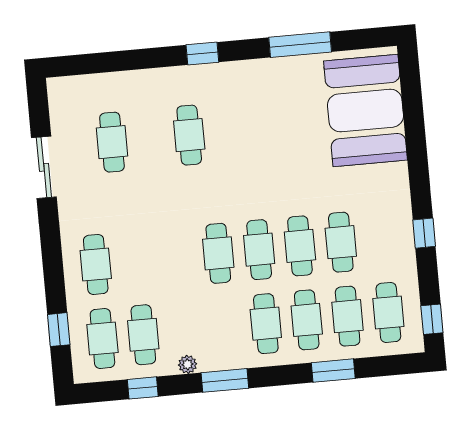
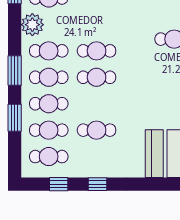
cafe table: (300, 246) -> (49, 51), moved
window: (432, 319) -> (59, 184), moved
plant: (188, 364) -> (32, 25), width x1.87, depth x1.87
window: (225, 380) -> (15, 70), moved

